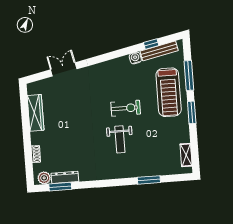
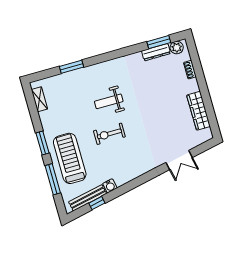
weight bench: (120, 139) -> (109, 101), turned -90

